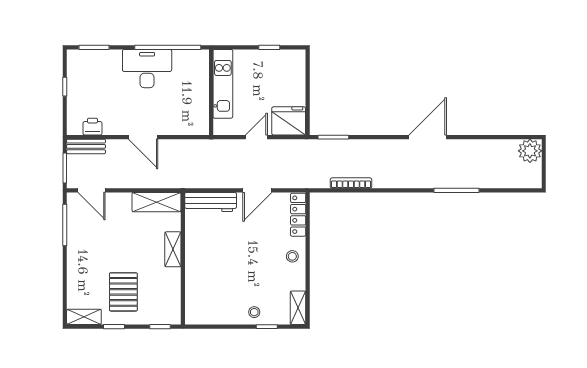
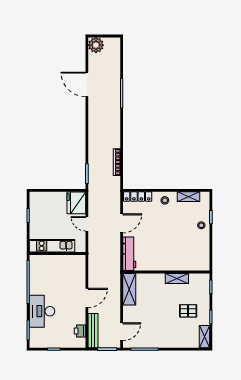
desk: (147, 69) -> (42, 311), moved
door: (428, 137) -> (87, 84), moved
bench: (86, 146) -> (93, 331), width x1.36
door: (257, 190) -> (122, 223), hinge flipped
shelving: (173, 249) -> (177, 278), moved
pallet: (123, 292) -> (188, 311), width x0.67, depth x0.71
shelving: (298, 308) -> (188, 197), moved

